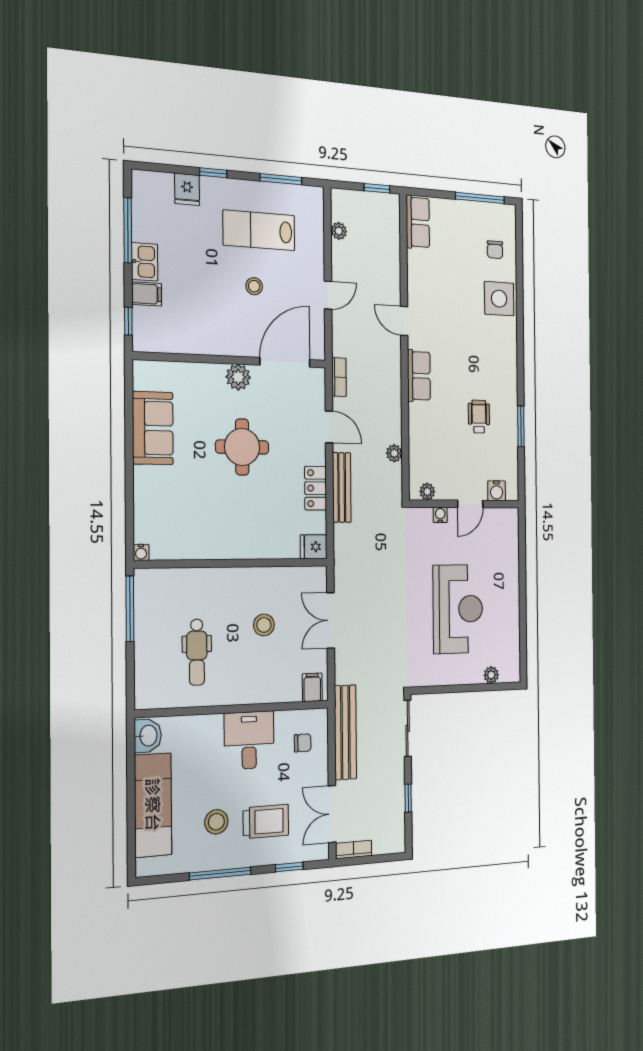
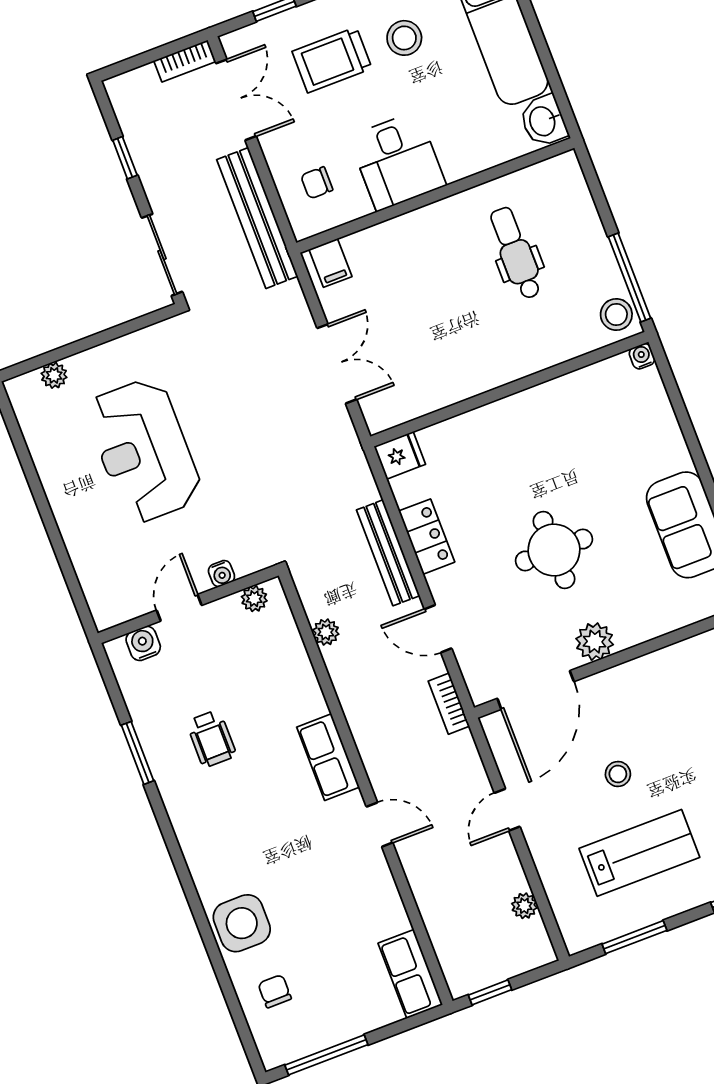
stool: (264, 625) -> (616, 315), moved

